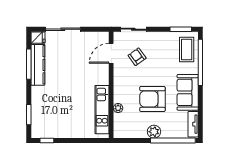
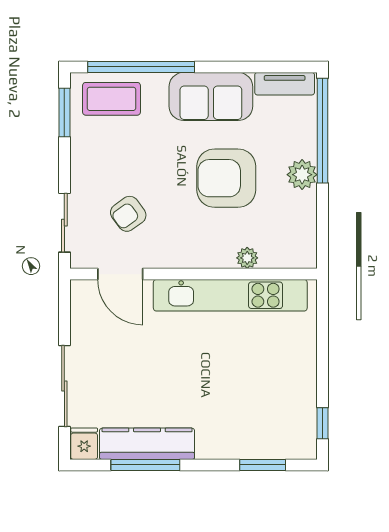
armchair: (152, 99) -> (226, 178), turned 90
kitchen unit: (102, 110) -> (230, 295), width x1.36

